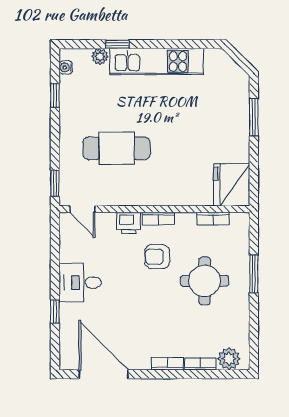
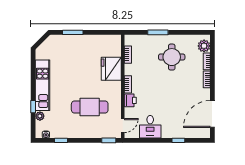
cafe table: (117, 148) -> (90, 107), turned 90
fridge: (232, 185) -> (111, 69), moved, turned 90
armchair: (157, 257) -> (149, 85), removed
round table: (205, 281) -> (172, 57), moved
desk: (80, 283) -> (150, 127), moved

